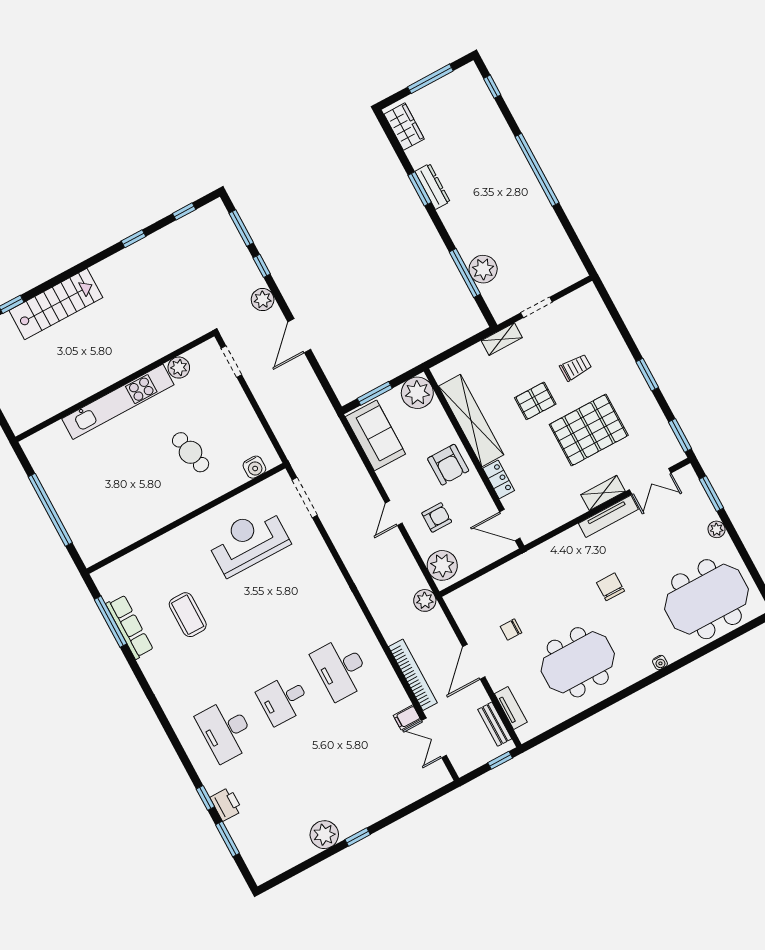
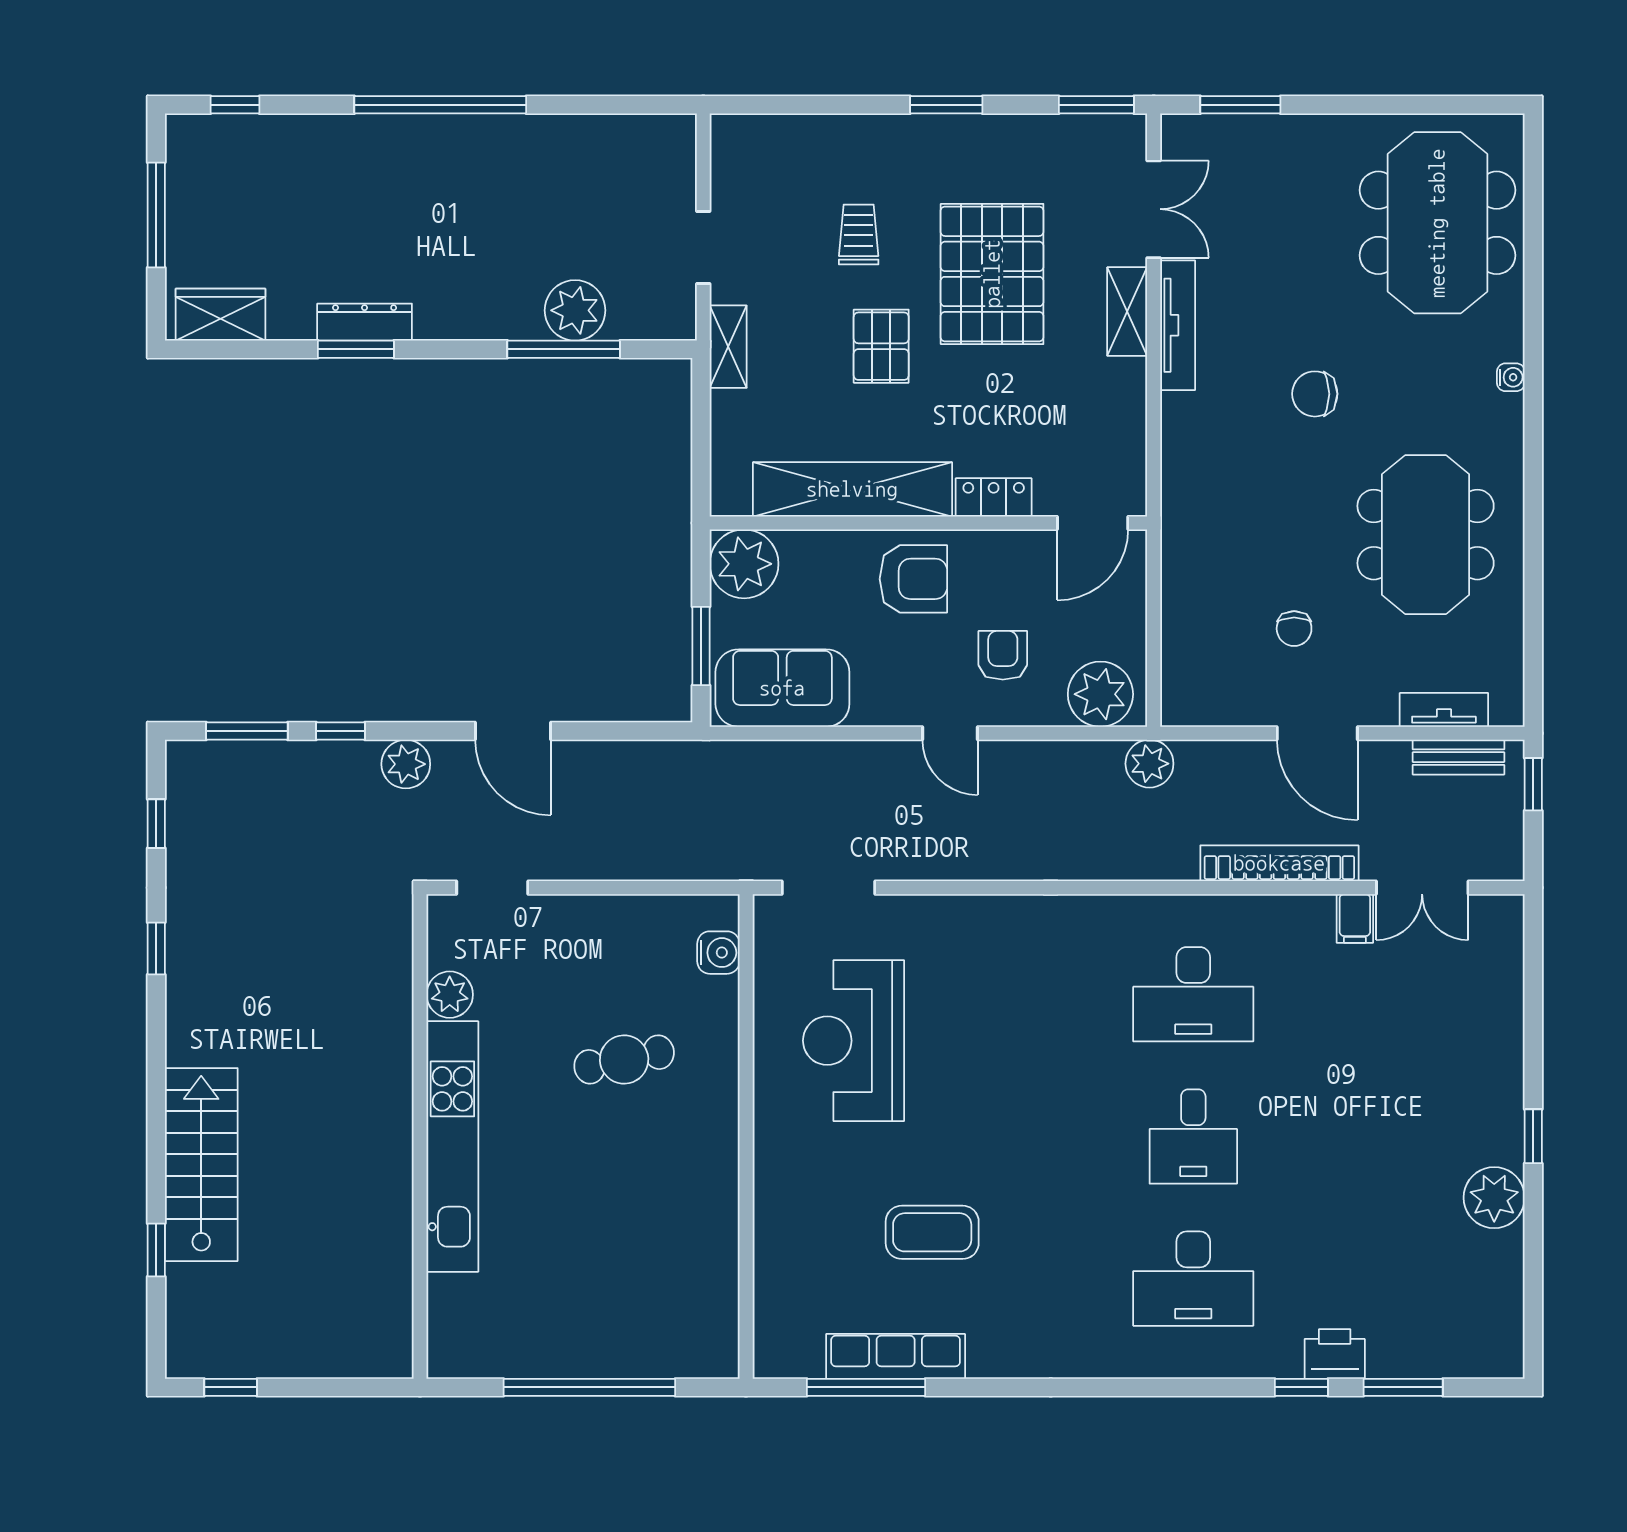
plant: (717, 529) -> (1314, 132), removed

